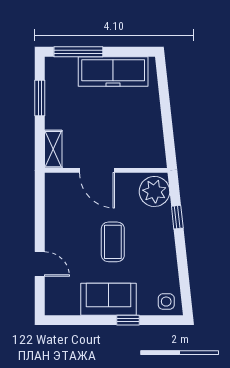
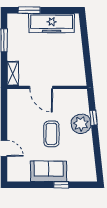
window: (78, 52) -> (29, 10), width x0.69
plant: (154, 191) -> (81, 124), moved
side table: (166, 302) -> (86, 173), removed

